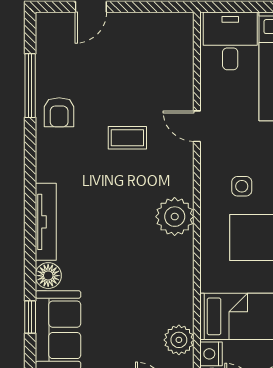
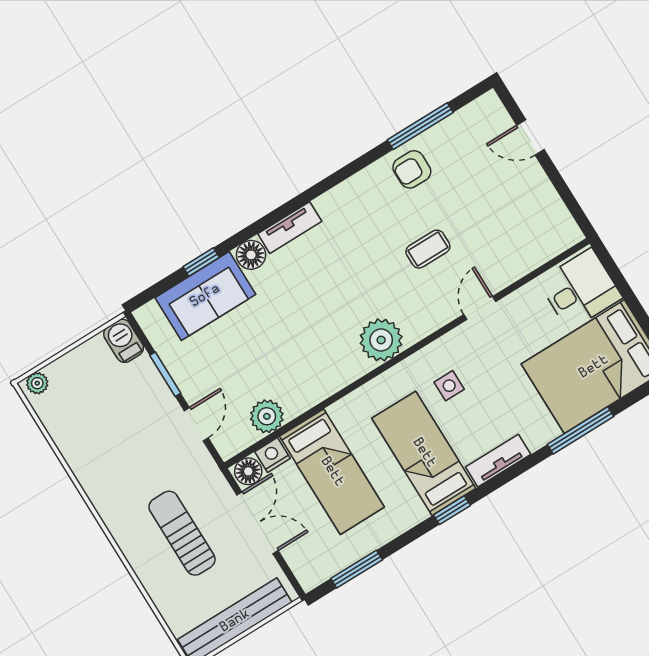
coffee table: (127, 138) -> (428, 249), turned 90
tv unit: (46, 222) -> (290, 228), width x0.71

